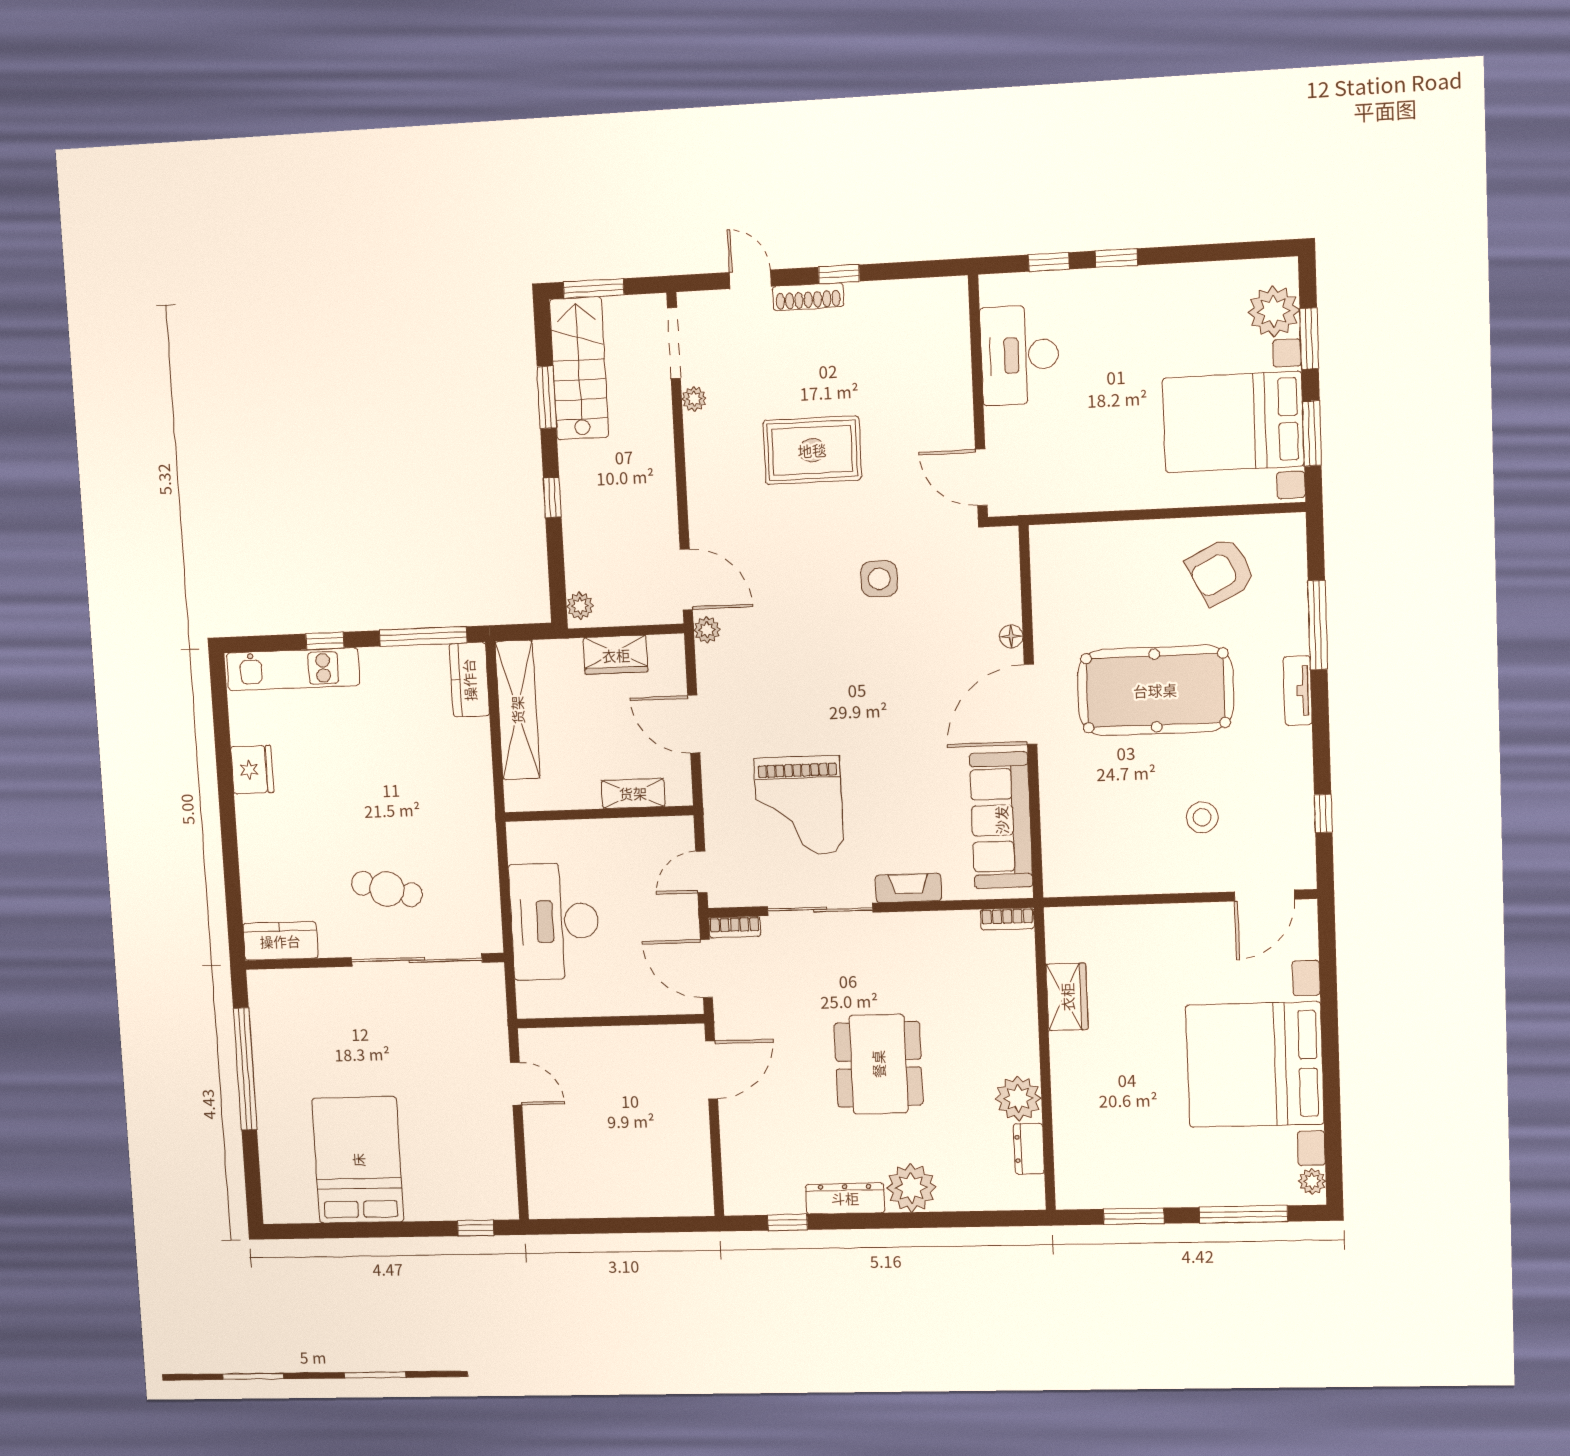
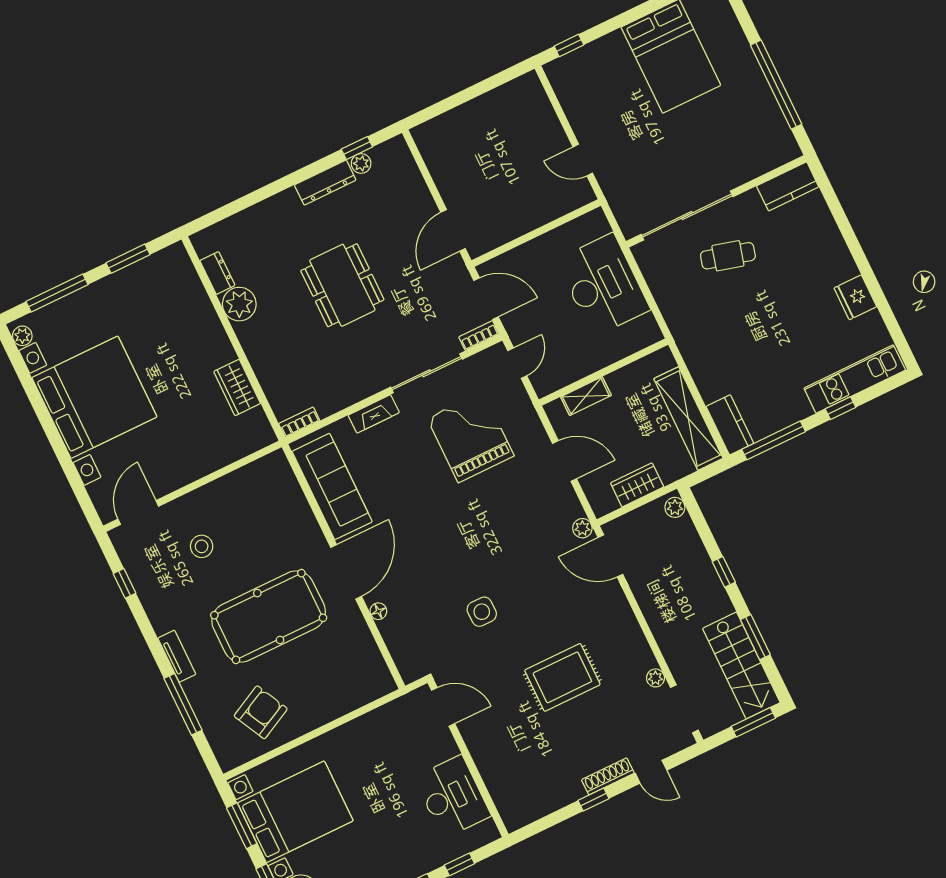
plant: (911, 1188) -> (361, 163), moved, width x0.53, depth x0.53

